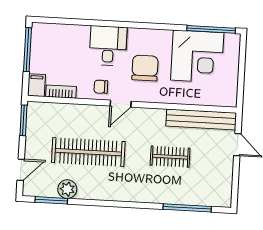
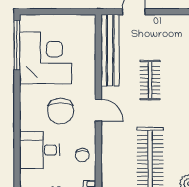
chair: (145, 68) -> (61, 111), turned -90
door: (121, 104) -> (98, 110), moved

